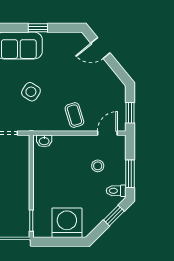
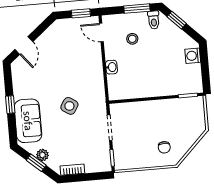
coffee table: (74, 115) -> (87, 64), removed
washbasin: (44, 141) -> (111, 67), moved
washing machine: (67, 223) -> (193, 56), width x0.53, depth x0.53

